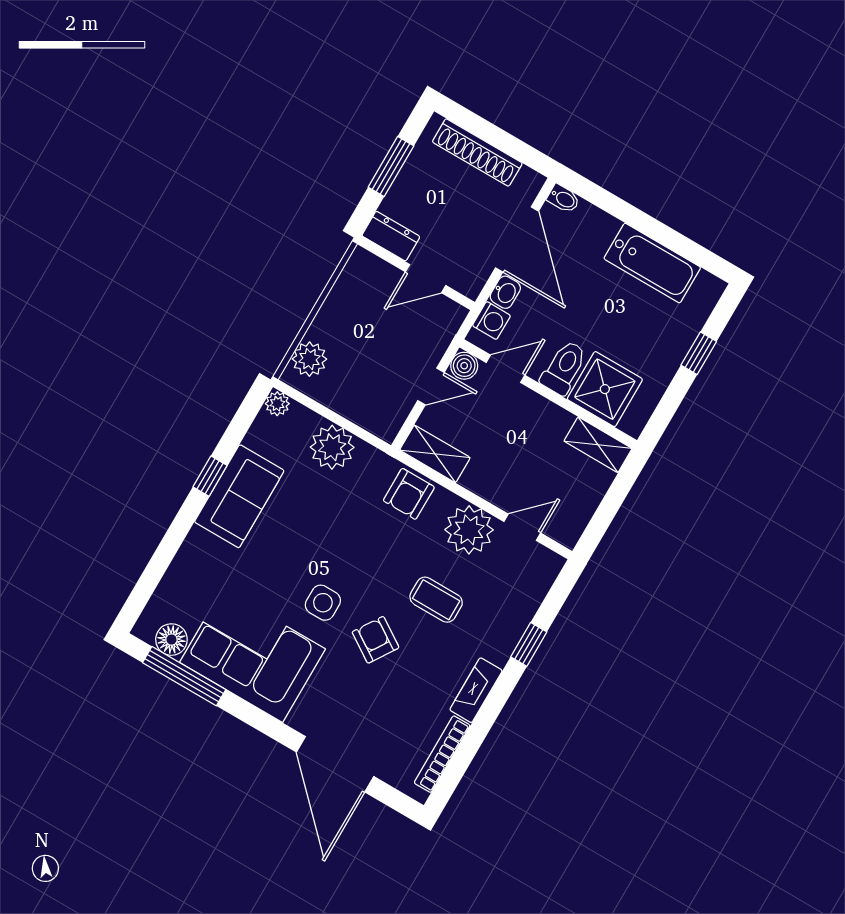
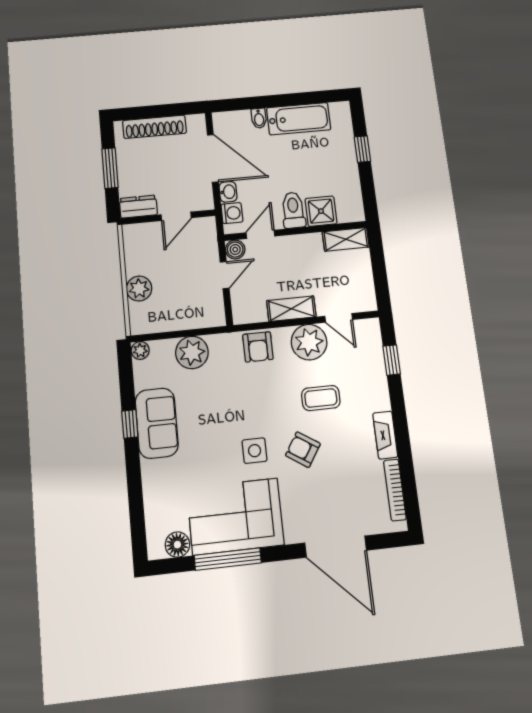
bidet: (563, 199) -> (259, 118), moved, turned 90
plant: (309, 359) -> (139, 289), moved
shower: (605, 389) -> (321, 211), width x0.73, depth x0.73
shelving: (435, 454) -> (291, 309), moved
door: (522, 527) -> (339, 318), swing flipped
window: (529, 644) -> (392, 360), moved
window: (184, 676) -> (228, 559), moved

